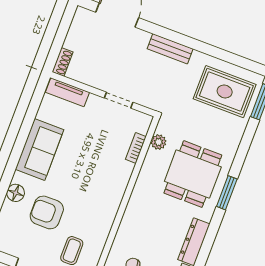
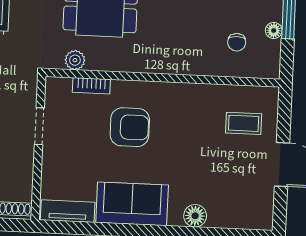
tv unit: (67, 92) -> (68, 211), moved, turned -90
armchair: (47, 212) -> (130, 127), moved, turned -90

